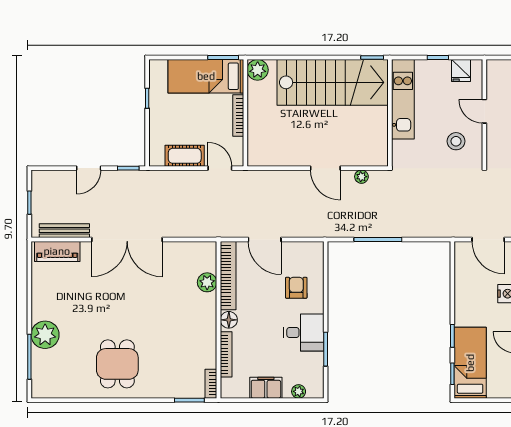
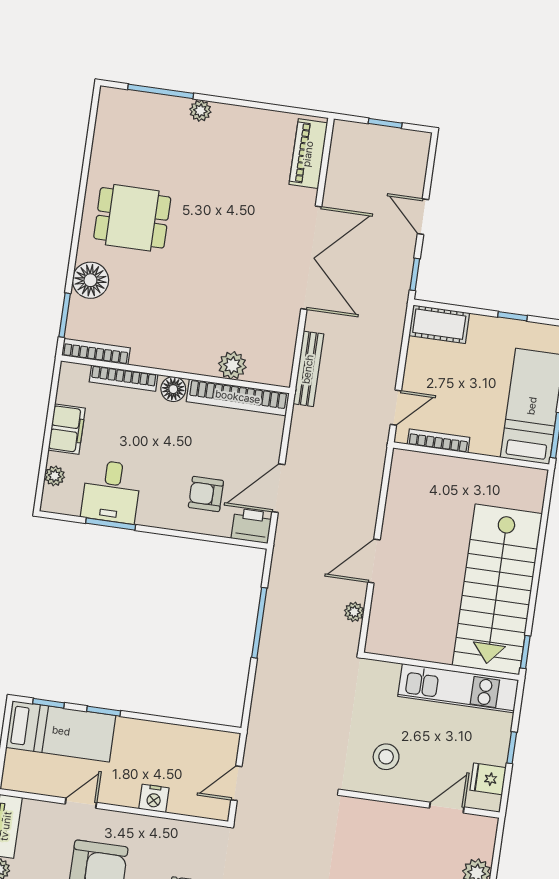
plant: (258, 70) -> (531, 483), removed
door: (484, 111) -> (447, 808), moved
bookcase: (238, 115) -> (439, 441), moved
cot: (185, 156) -> (439, 324), moved, turned 90
bench: (64, 231) -> (308, 369), moved
double door: (127, 240) -> (311, 258), swing flipped
door: (265, 240) -> (278, 488), moved
door: (488, 240) -> (236, 783), width x0.73
printer: (313, 254) -> (252, 526), added
armchair: (296, 288) -> (206, 494), turned 180
desk: (304, 333) -> (111, 492), moved
plant: (45, 335) -> (200, 111), width x0.53, depth x0.53
bookcase: (211, 384) -> (96, 352), width x1.56
floor lamp: (163, 386) -> (90, 280), added

